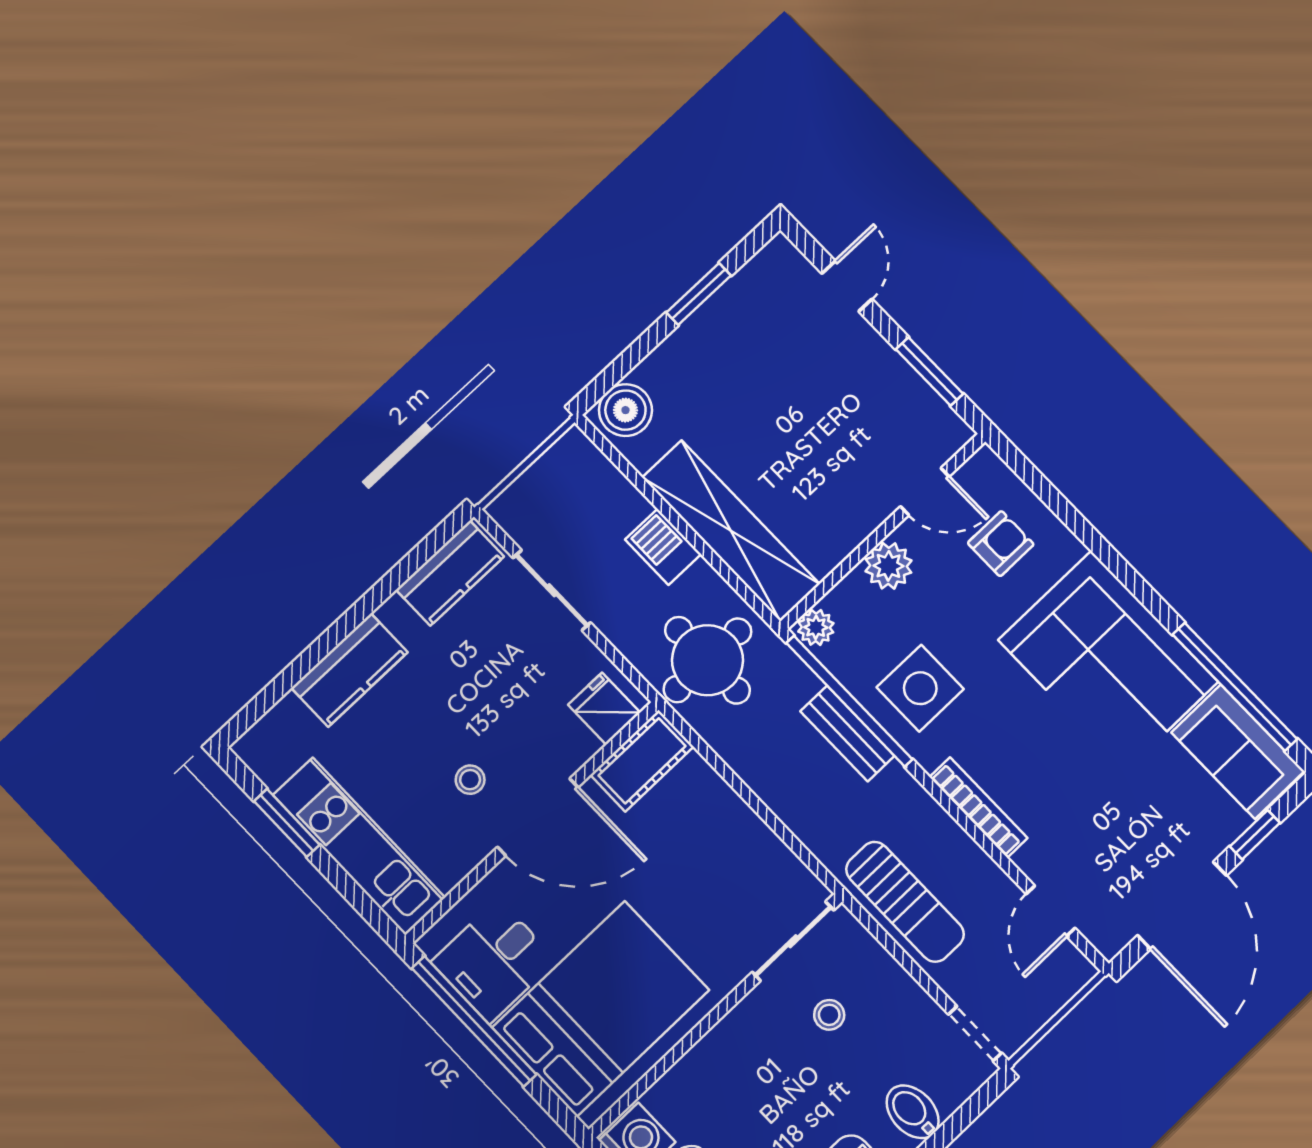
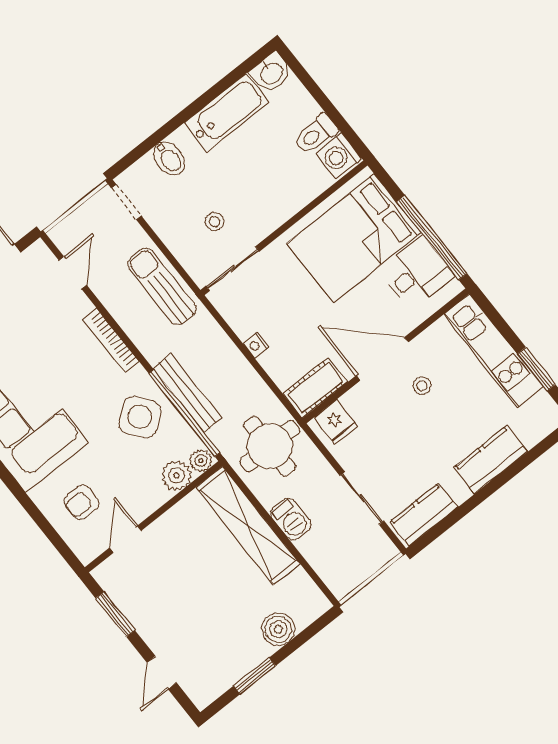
boiler: (625, 410) -> (278, 629), moved
door: (925, 492) -> (125, 539), hinge flipped
plant: (889, 566) -> (177, 475), moved
side table: (920, 688) -> (140, 417), turned -38
bench: (847, 733) -> (187, 393), width x1.36
nightstand: (744, 821) -> (256, 345), added

